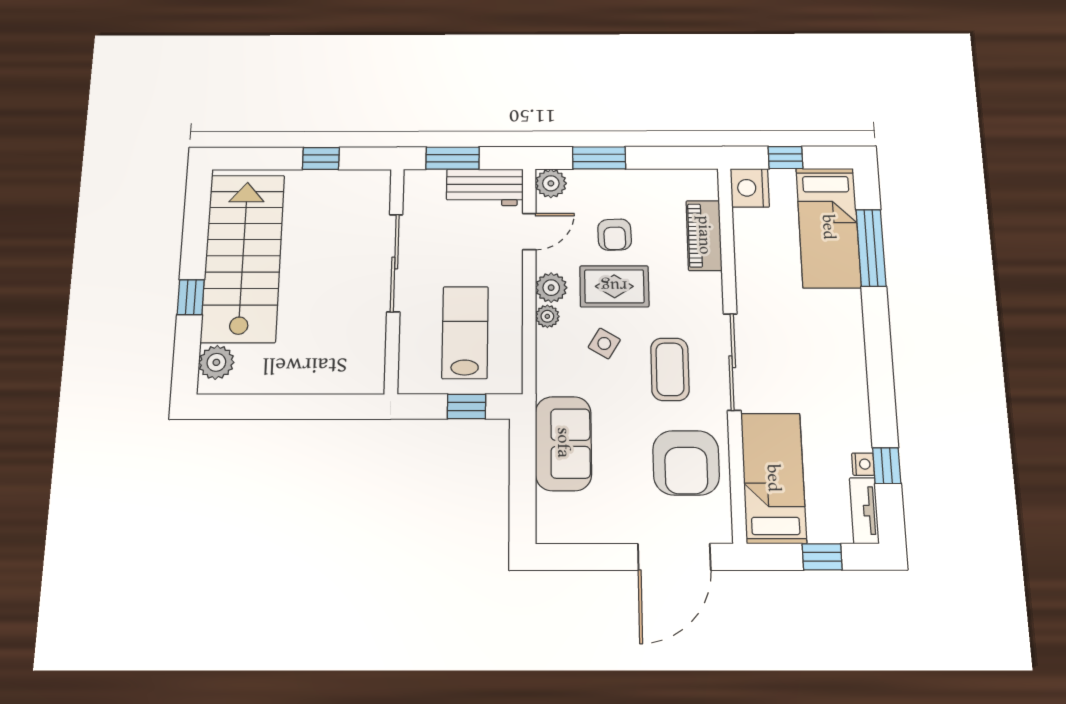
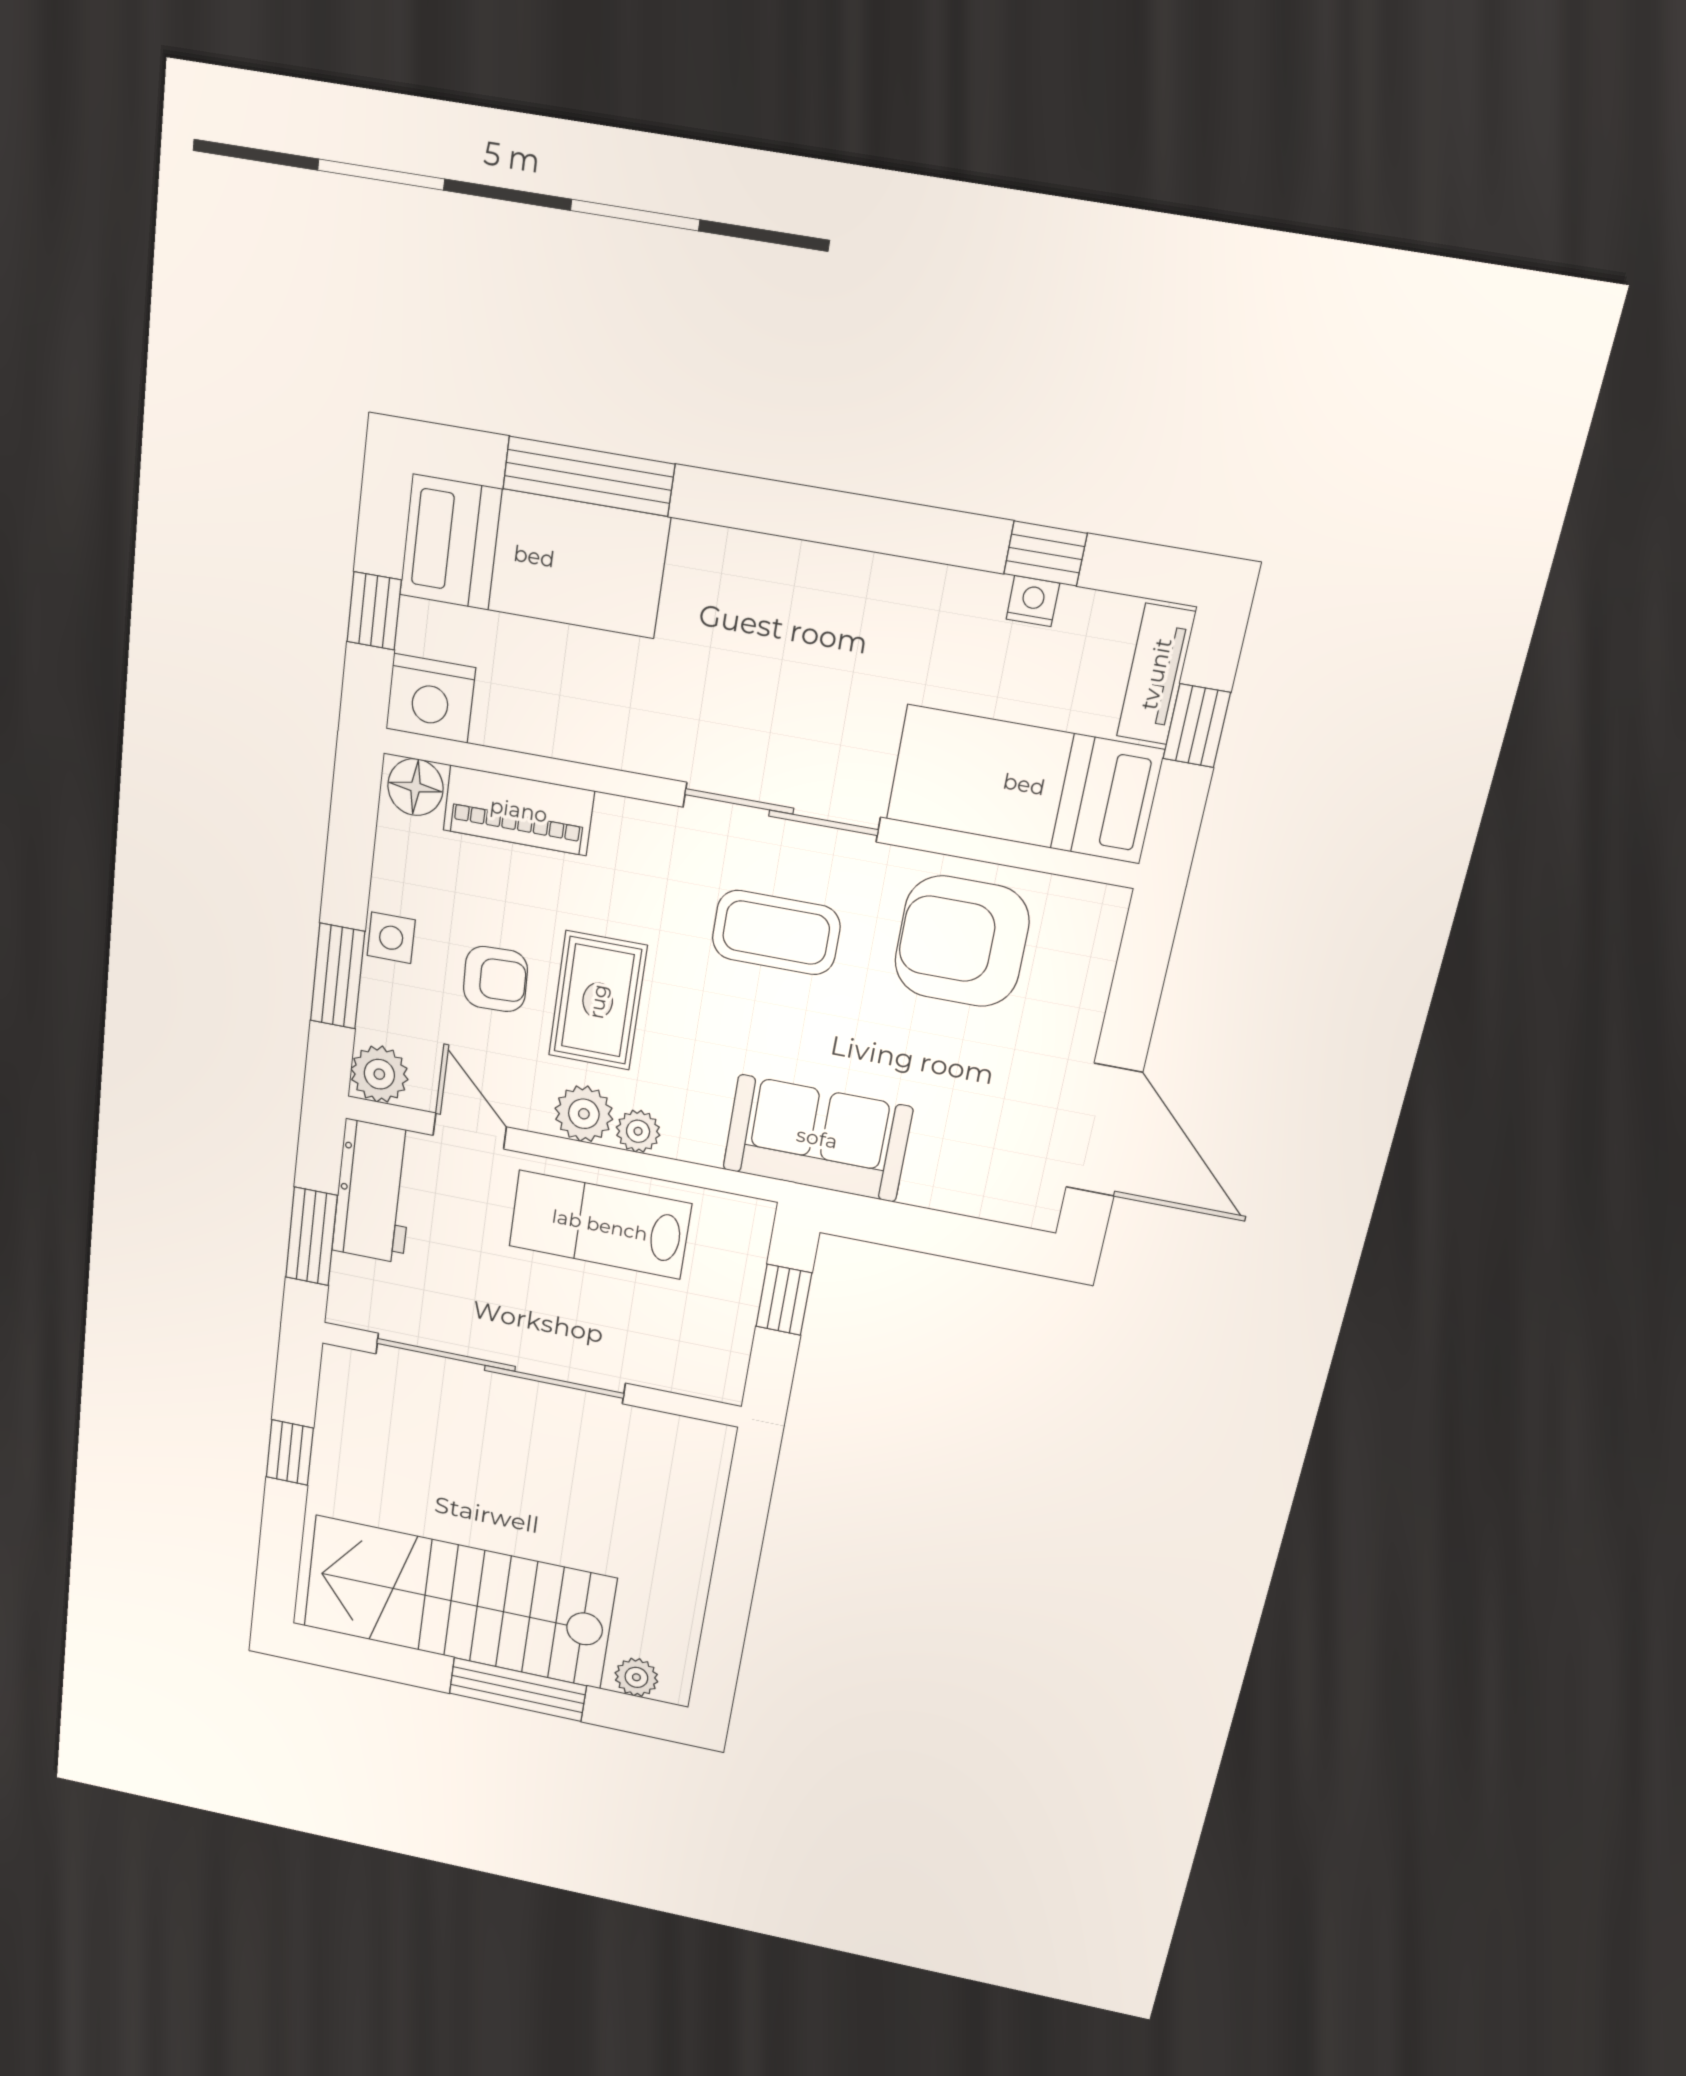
floor lamp: (705, 185) -> (415, 787), added
sliding door: (395, 263) -> (500, 1368), width x1.36
window: (191, 297) -> (518, 1690), width x2.17
lab bench: (465, 332) -> (600, 1225), moved
side table: (604, 343) -> (391, 938), moved, turned -31
plant: (216, 362) -> (636, 1677), width x0.73, depth x0.73
sofa: (563, 443) -> (817, 1138), moved
armchair: (686, 463) -> (962, 941), turned 180
tv unit: (864, 511) -> (1156, 674), moved, turned 90
door: (674, 557) -> (1104, 1130), moved

